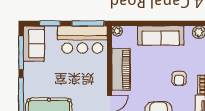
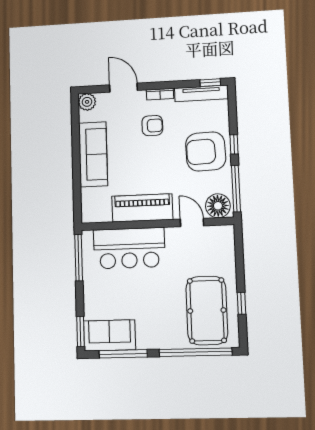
window: (50, 23) -> (80, 331), moved
plant: (117, 31) -> (88, 216), removed
bar counter: (82, 40) -> (129, 248), moved, turned 90

